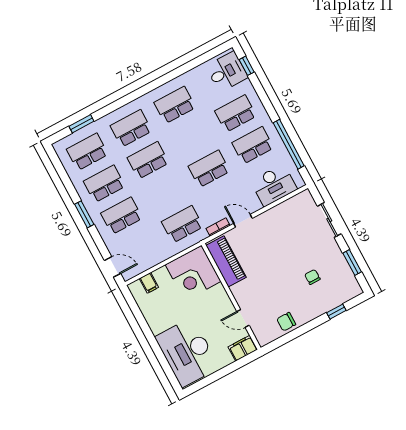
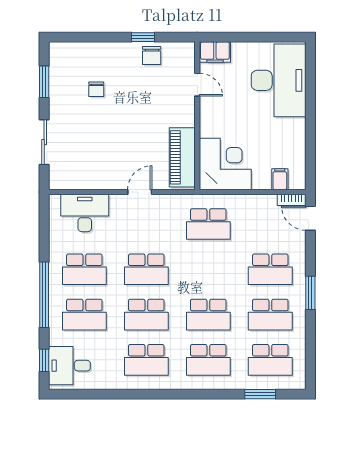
school desk: (192, 137) -> (146, 315), added
window: (289, 144) -> (44, 295), moved
door: (243, 221) -> (140, 192), swing flipped
bookcase: (218, 227) -> (292, 200), moved
window: (336, 312) -> (143, 37), moved
chair: (286, 322) -> (152, 56), turned 90

